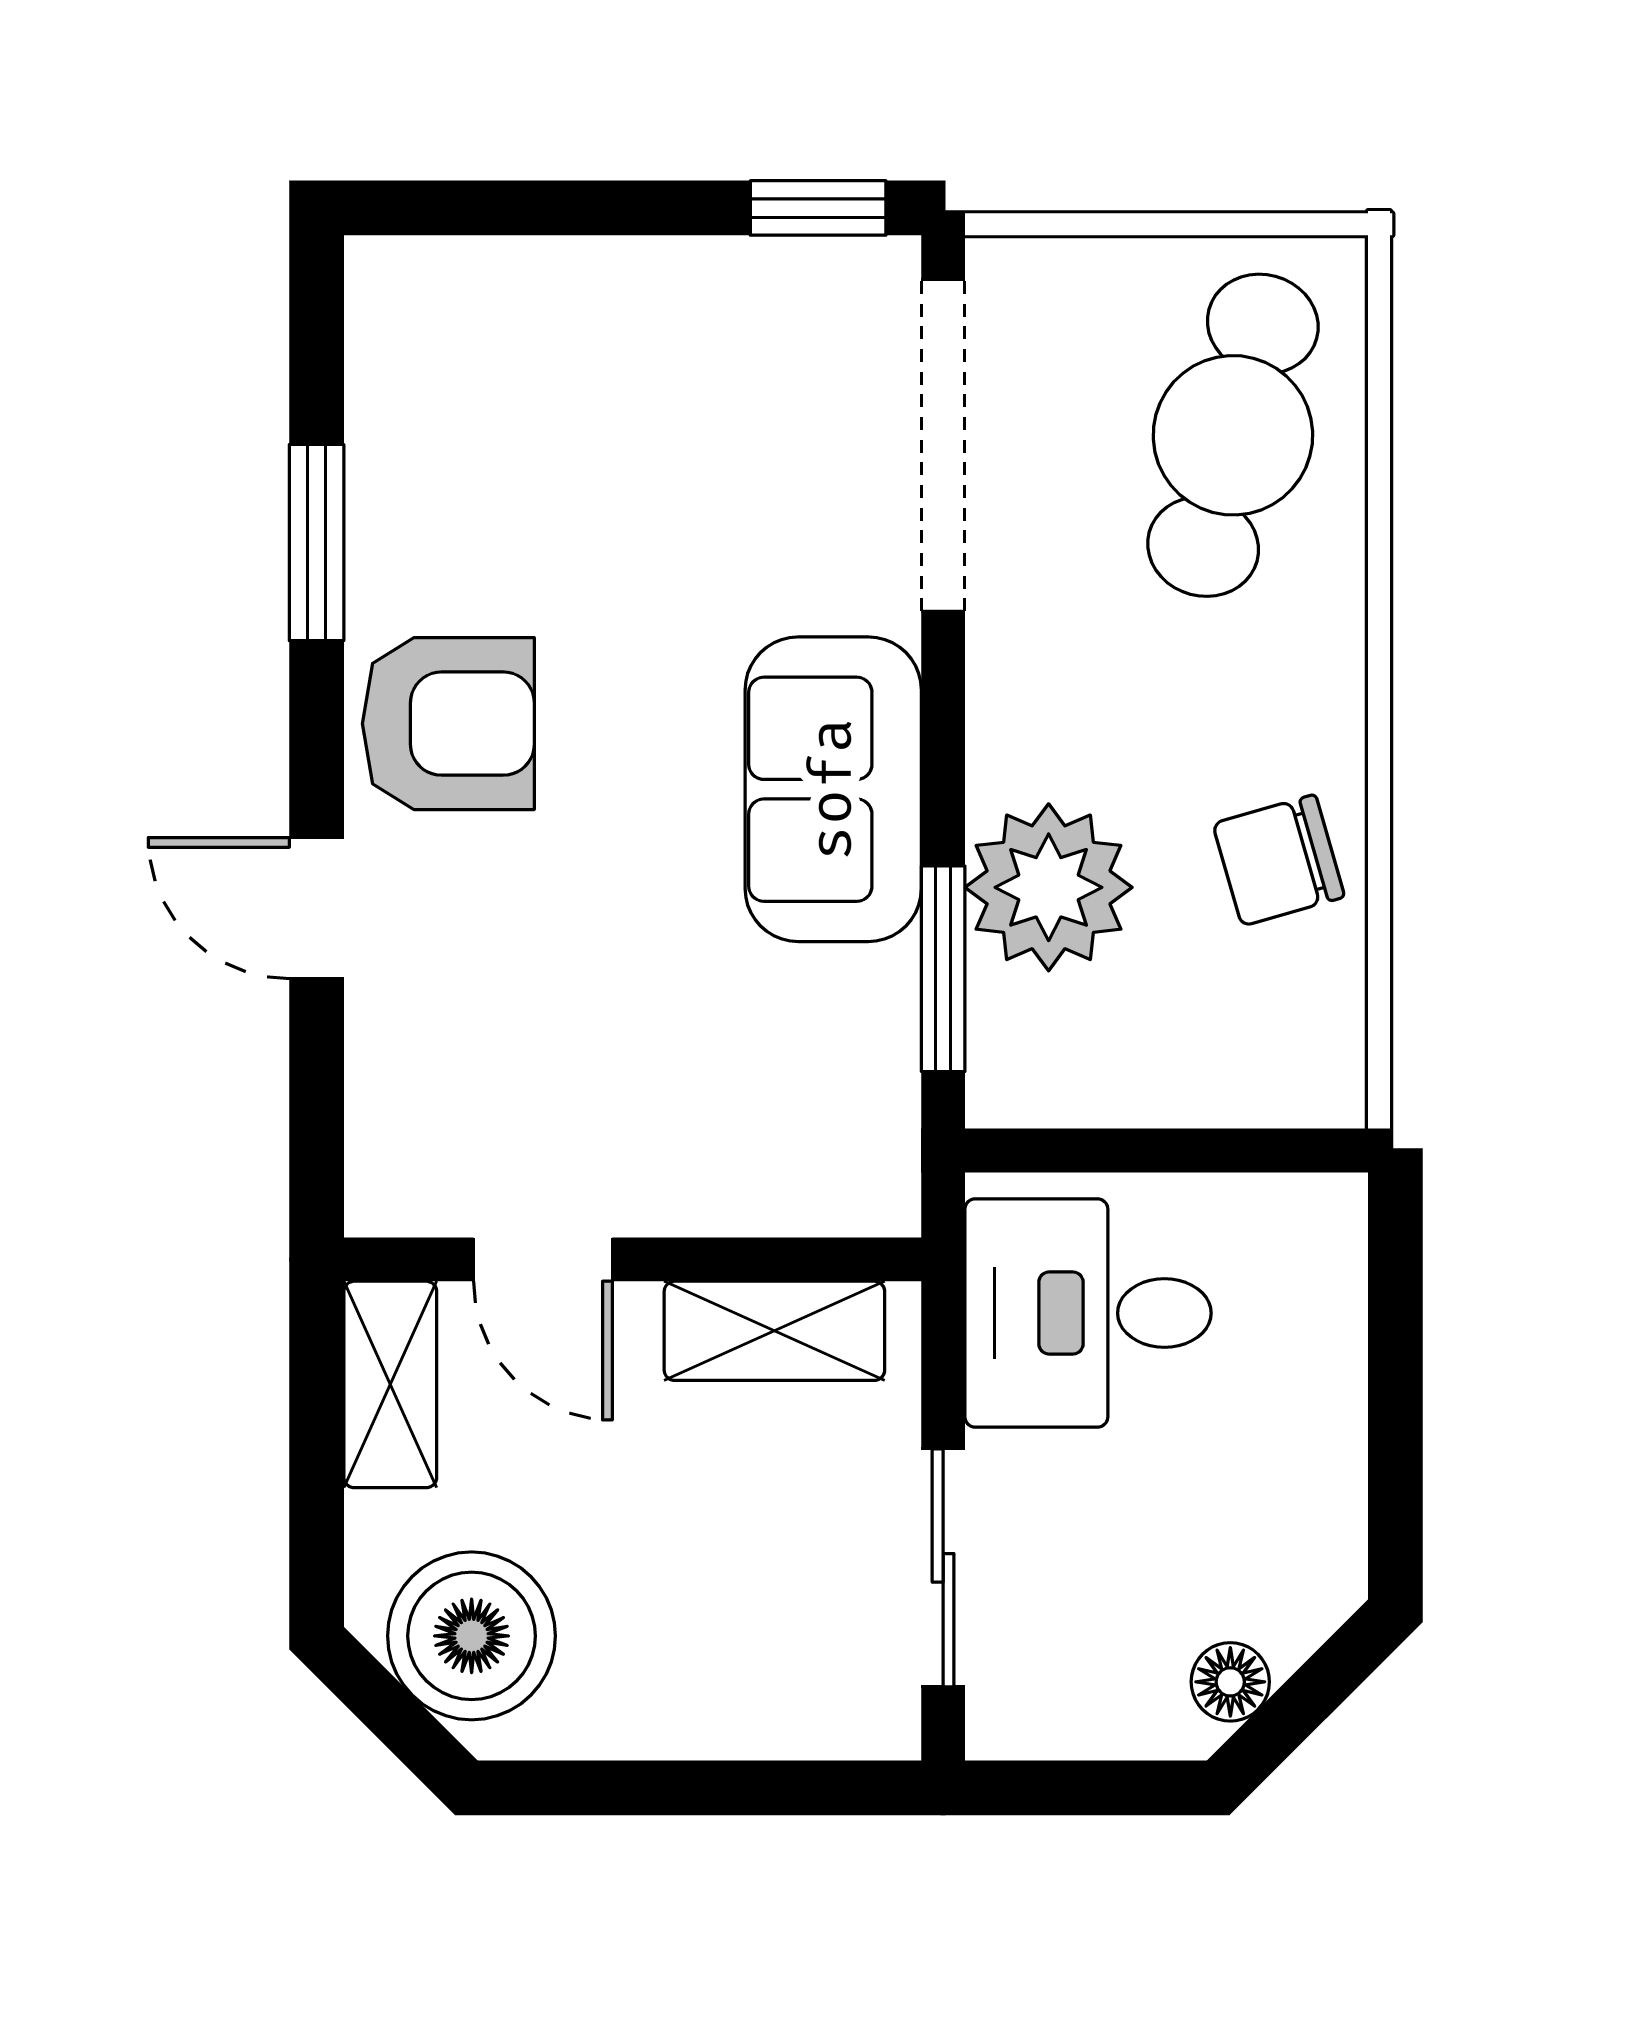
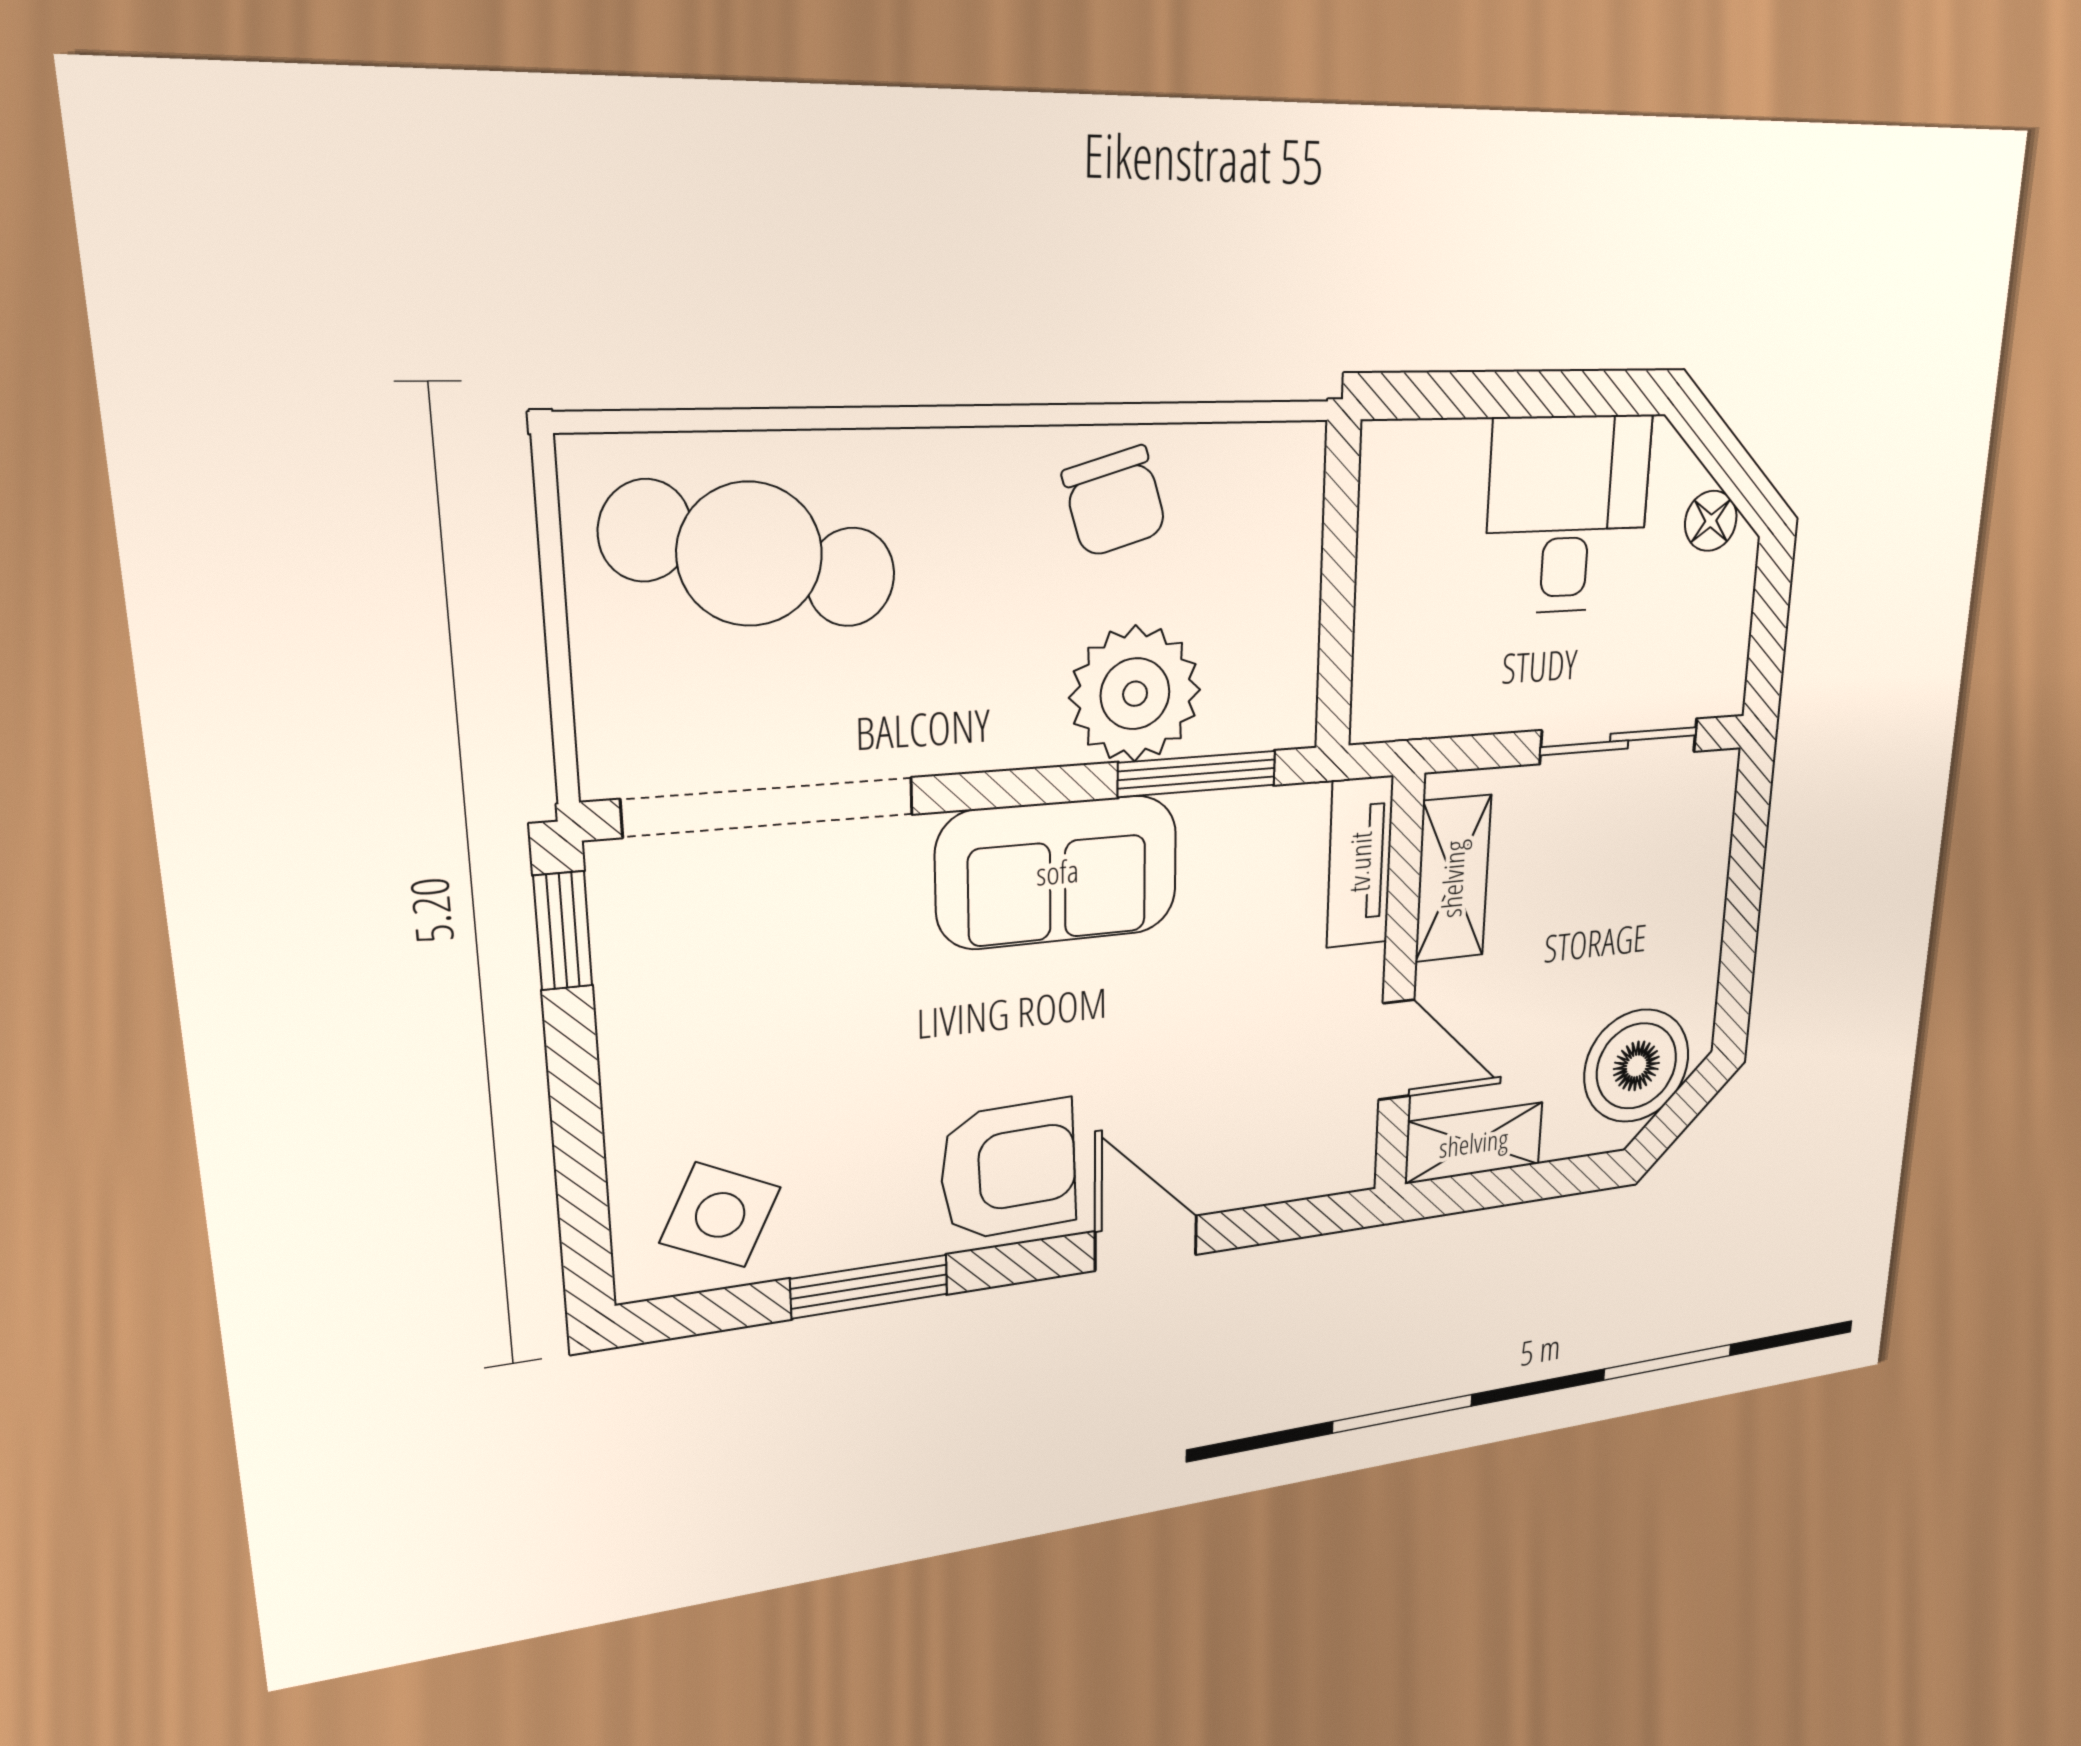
side table: (443, 365) -> (720, 1215), added
armchair: (448, 724) -> (1009, 1170), turned 88
door: (317, 908) -> (1146, 1243), swing flipped
tv unit: (810, 1195) -> (1360, 862), added
door: (543, 1259) -> (1396, 1050), hinge flipped
desk: (1088, 1313) -> (1567, 515), moved, turned 180

